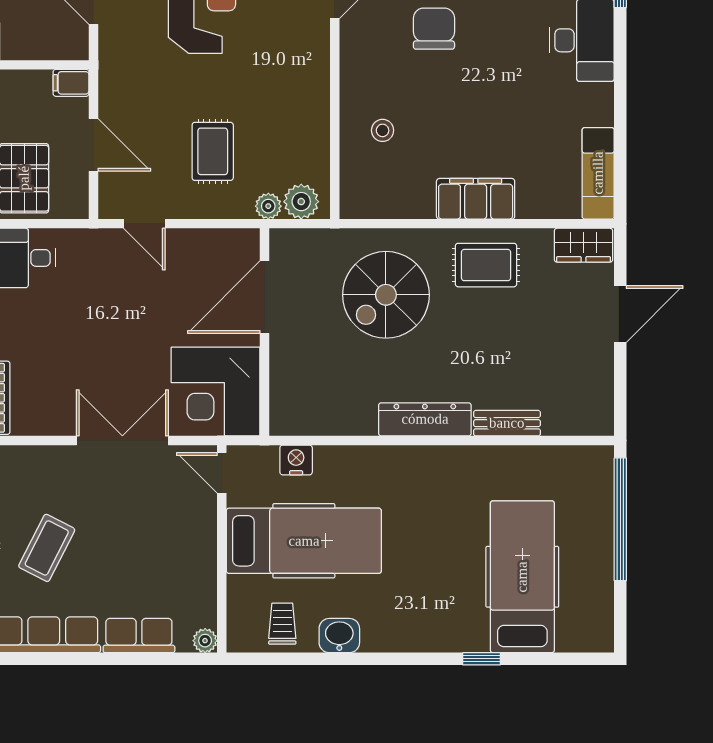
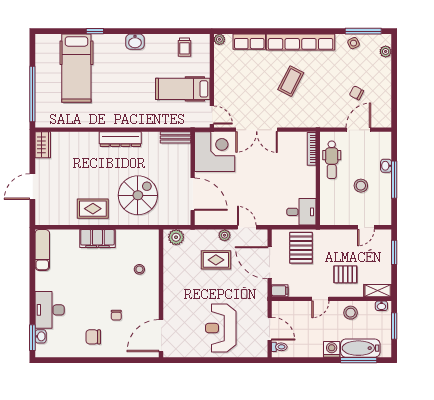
chair: (434, 29) -> (116, 315), width x0.54, depth x0.54
door: (93, 145) -> (270, 263), width x1.36
rug: (213, 151) -> (216, 260), turned 90
plant: (268, 206) -> (225, 235), moved
wardrobe: (584, 245) -> (43, 145), moved, turned 90
door: (264, 297) -> (193, 194), hinge flipped
bench: (507, 423) -> (176, 137), moved
nightstand: (296, 460) -> (178, 121), removed
hospital bed: (304, 541) -> (183, 89), width x0.73, depth x0.78
washbasin: (339, 636) -> (135, 42), moved

